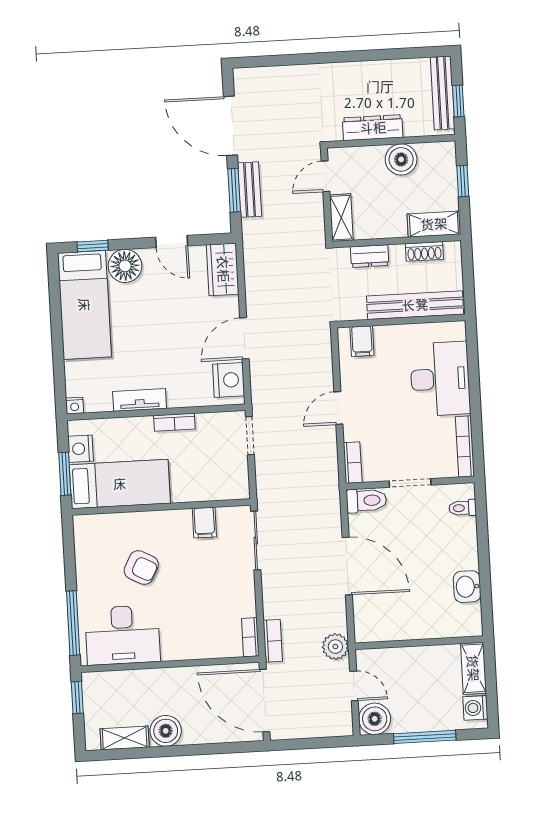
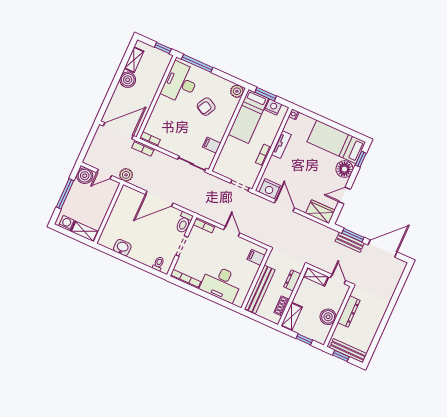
plant: (86, 527) -> (237, 91), added

